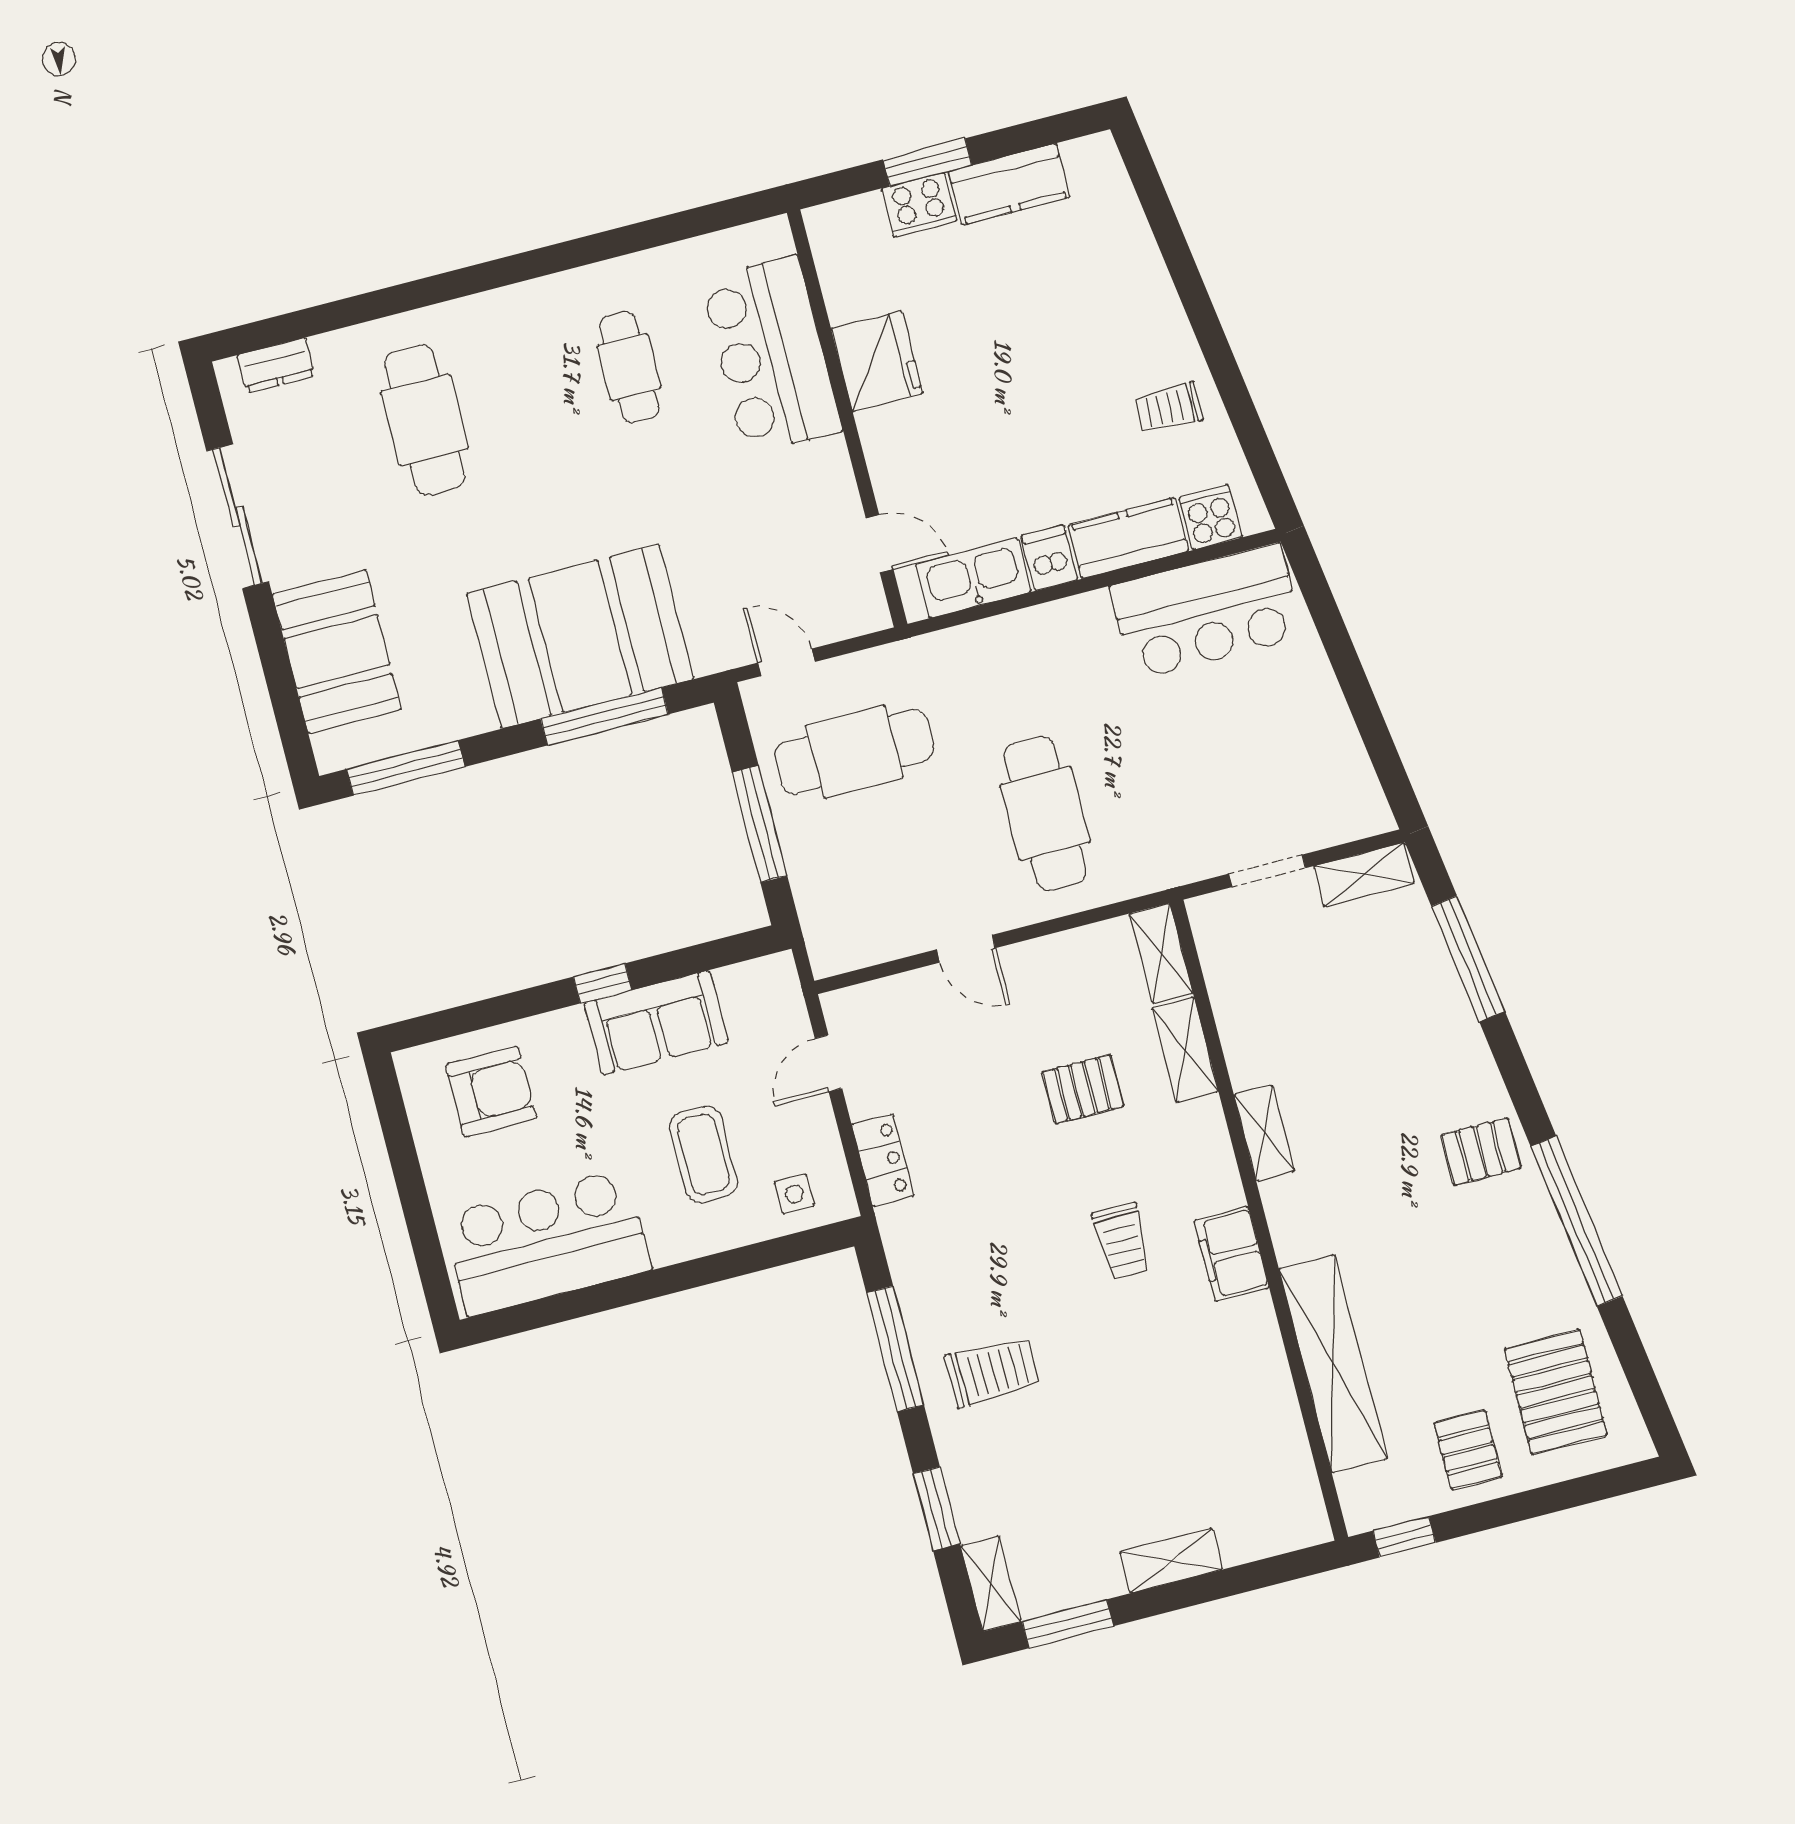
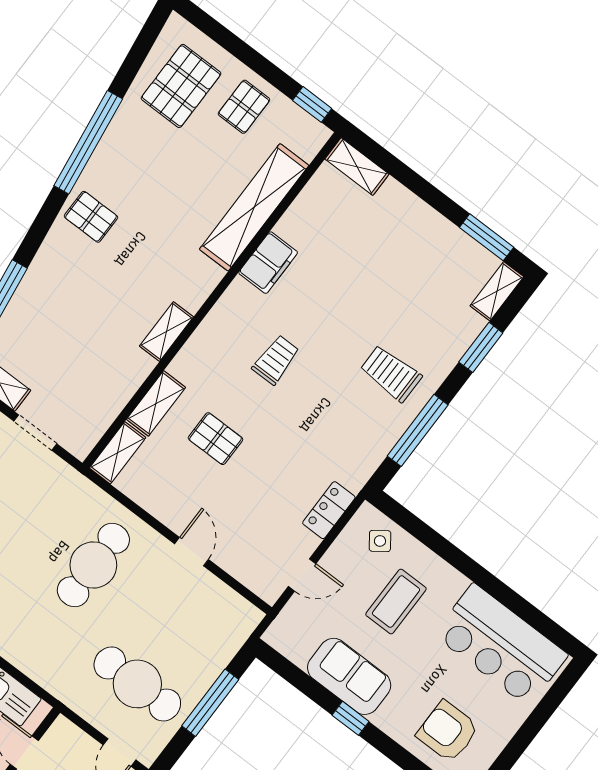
side table: (794, 1194) -> (380, 541), turned -36
filing cabinet: (1232, 1254) -> (268, 263), moved
shelving: (1171, 1561) -> (357, 167), moved

